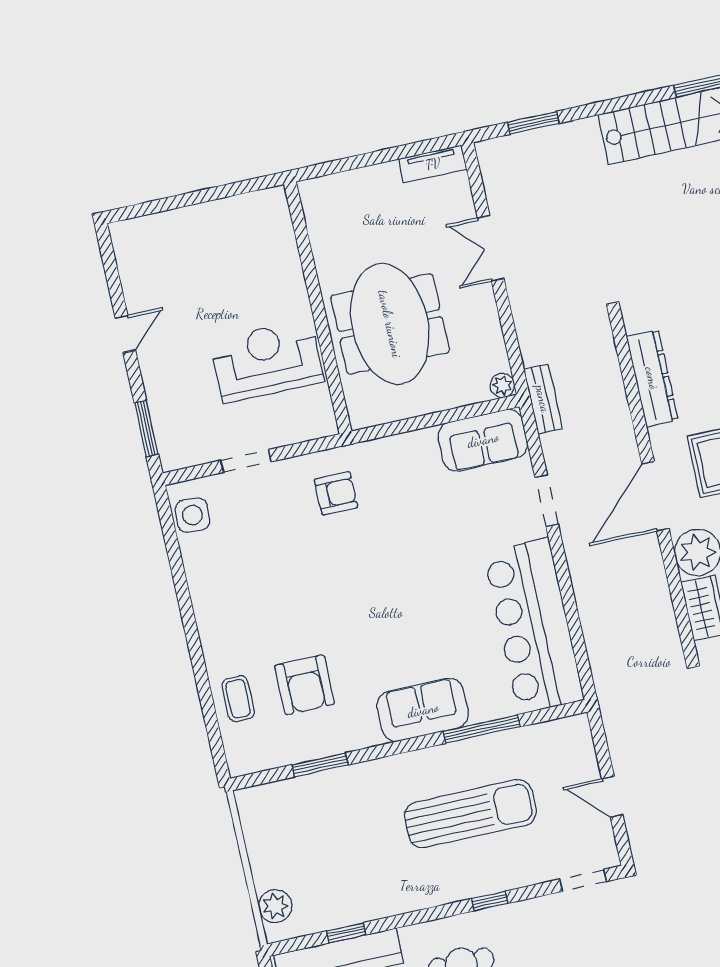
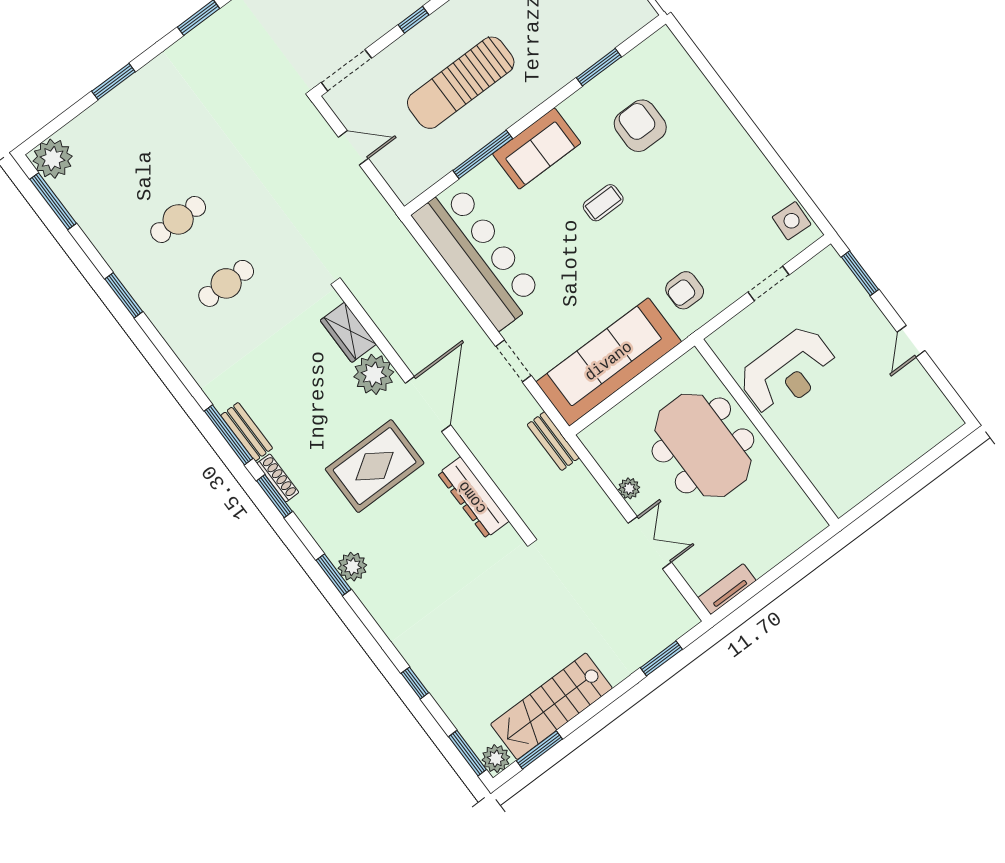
plant: (502, 385) -> (629, 488), moved
sofa: (483, 440) -> (609, 362), width x1.85, depth x1.27
coffee table: (238, 699) -> (603, 203), moved, turned 90
doorway: (583, 880) -> (346, 70), width x1.38

